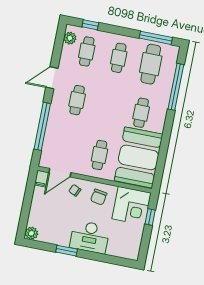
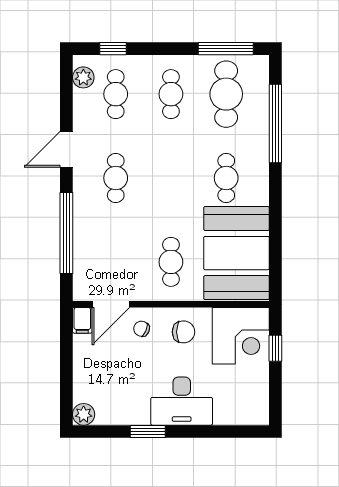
chair: (99, 197) -> (184, 332), turned -100

